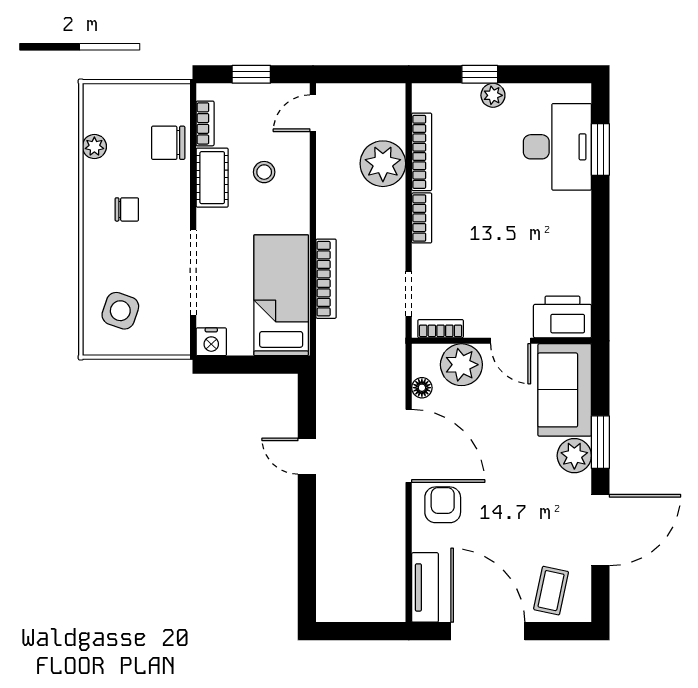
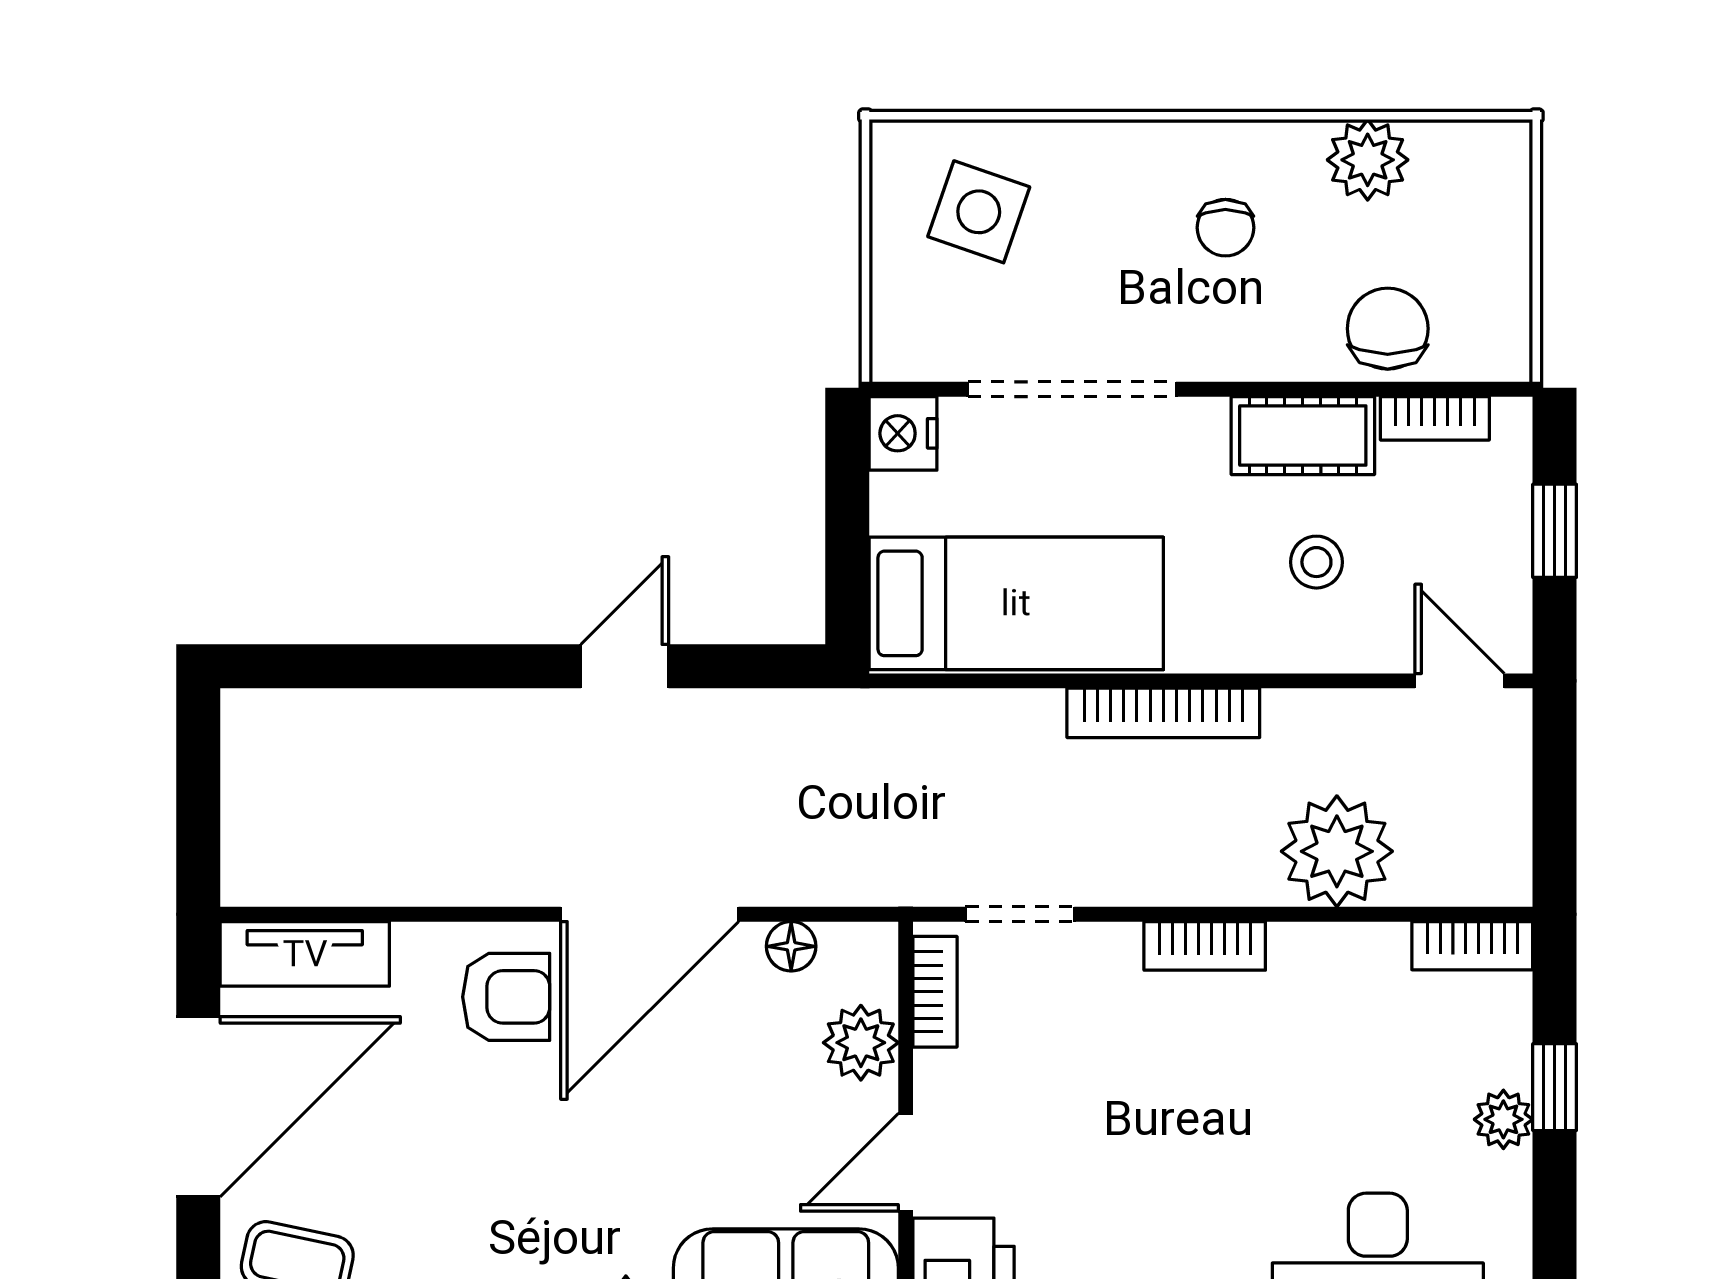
plant: (94, 147) -> (1368, 160), width x1.38, depth x1.38
bookcase: (422, 152) -> (1472, 946), moved, width x0.64
bookcase: (326, 279) -> (1163, 713), moved
plant: (461, 365) -> (861, 1043), width x0.73, depth x0.73

